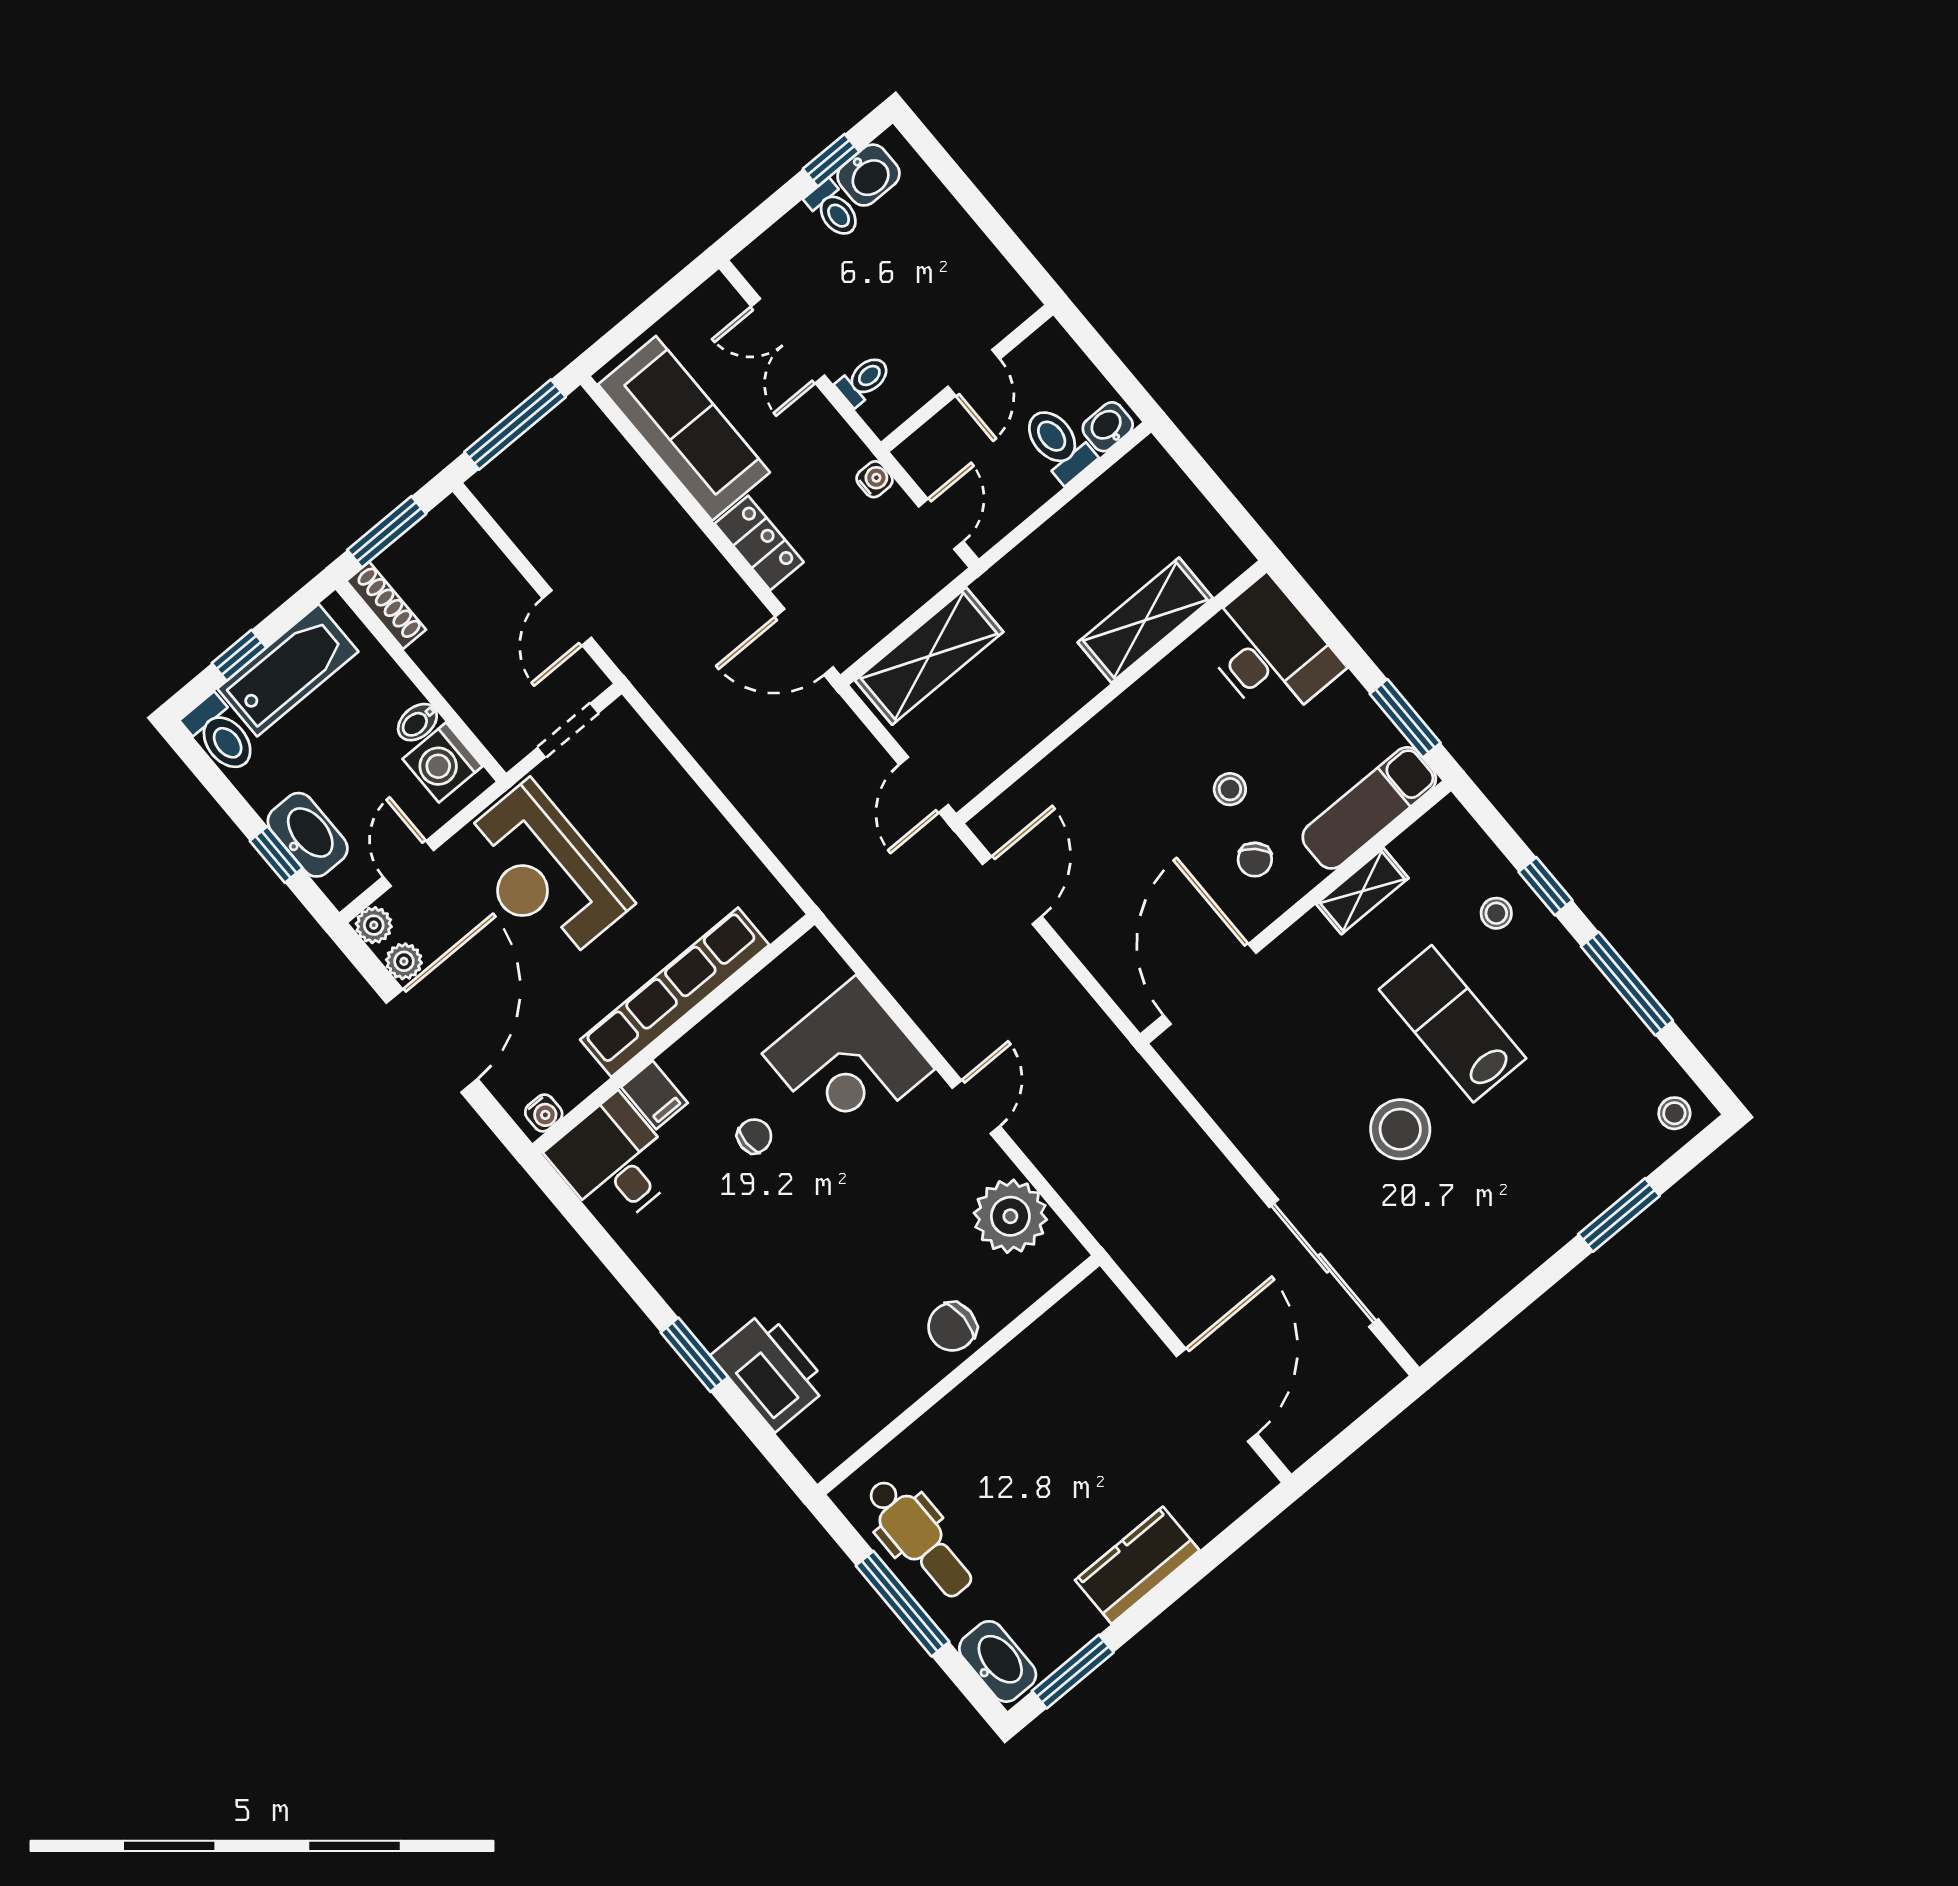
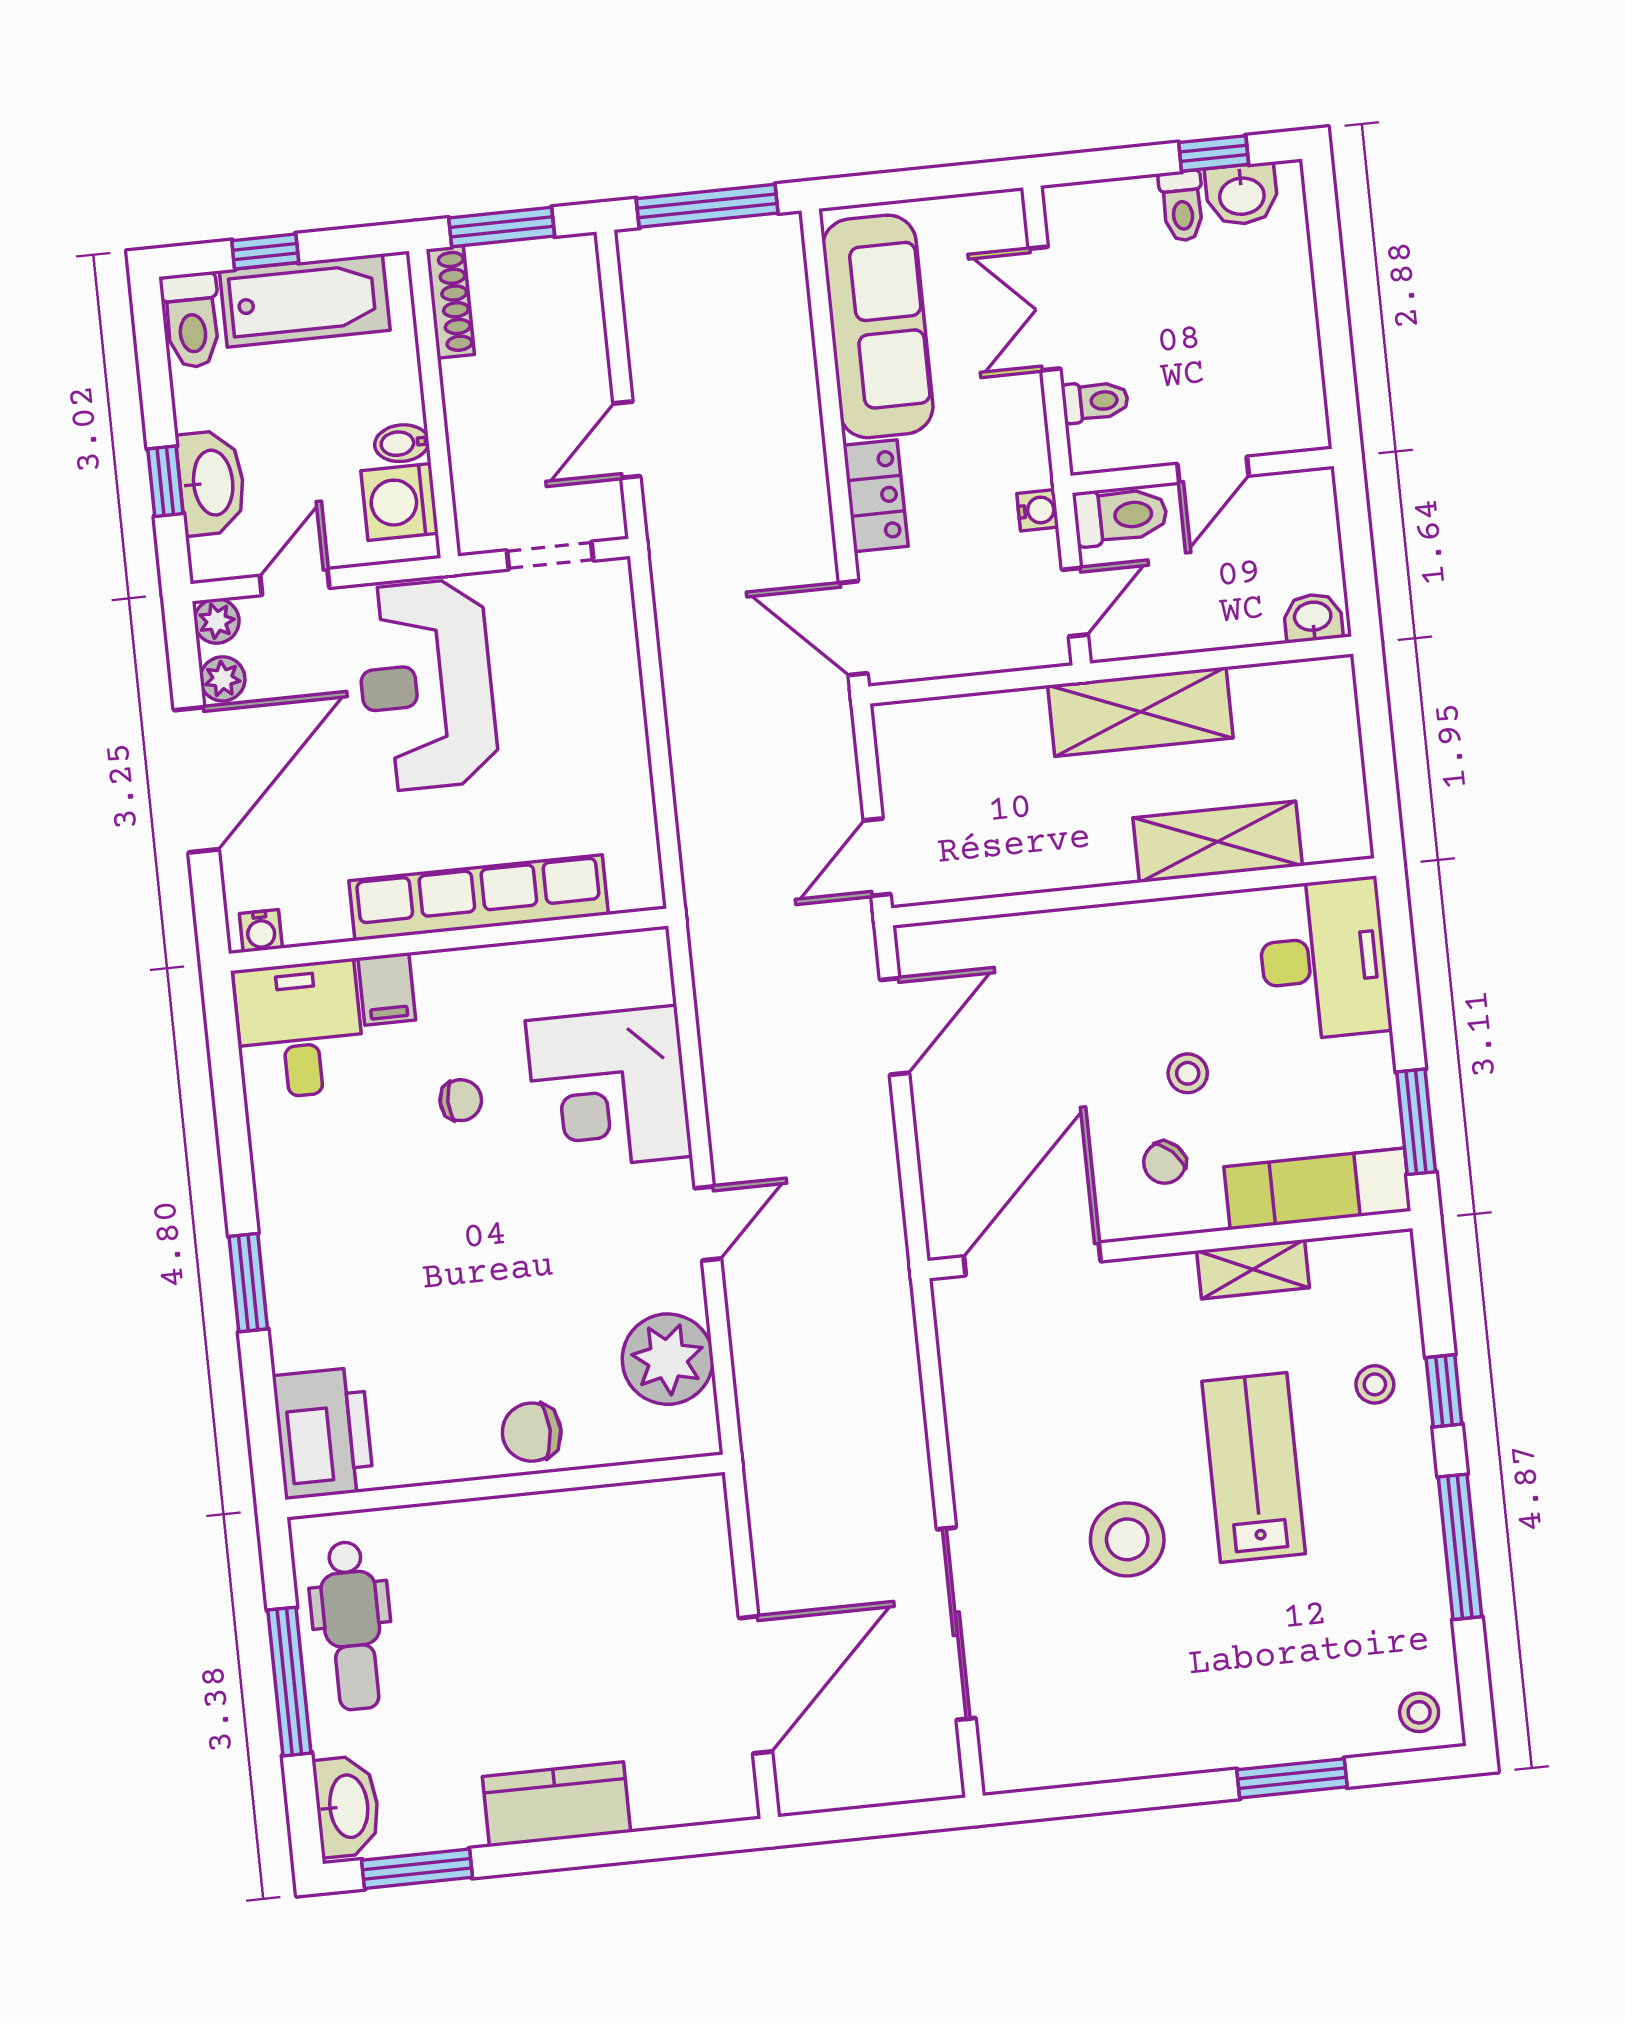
toilet: (1058, 444) -> (1120, 516), moved, turned 90
shelving: (929, 656) -> (1140, 712), moved
printer: (770, 1371) -> (323, 1433), moved

